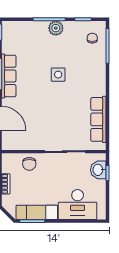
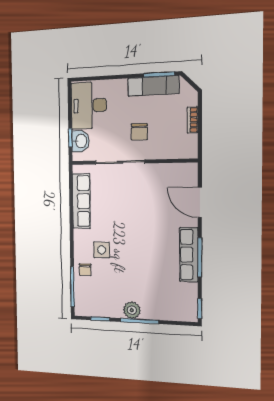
chair: (92, 38) -> (85, 270), moved
side table: (58, 75) -> (102, 250), moved
chair: (29, 164) -> (139, 132), moved, turned 180
desk: (78, 205) -> (89, 106), moved, turned -90

